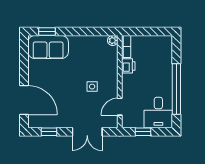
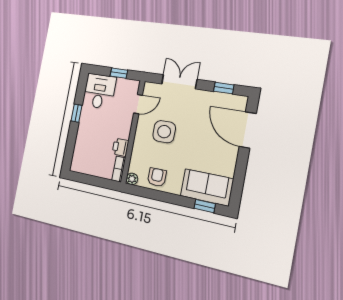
armchair: (91, 47) -> (157, 177), added
side table: (92, 87) -> (164, 132), width x1.87, depth x1.87
window: (176, 89) -> (76, 113), width x0.32

